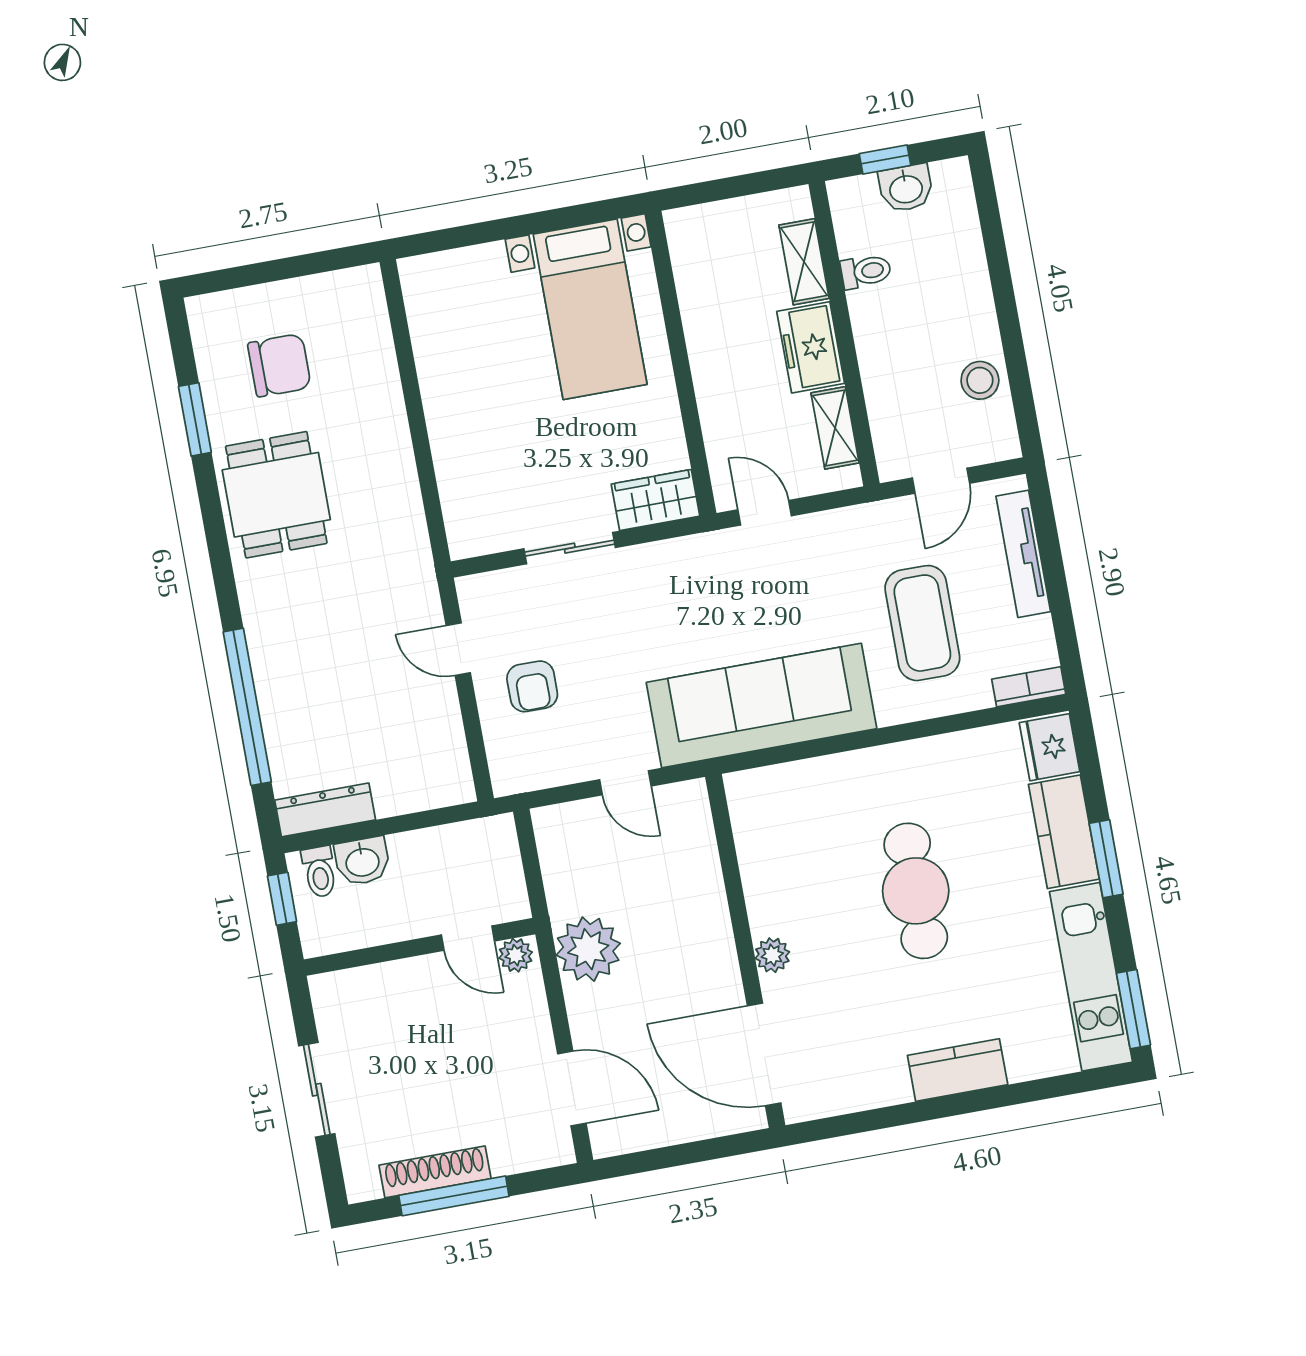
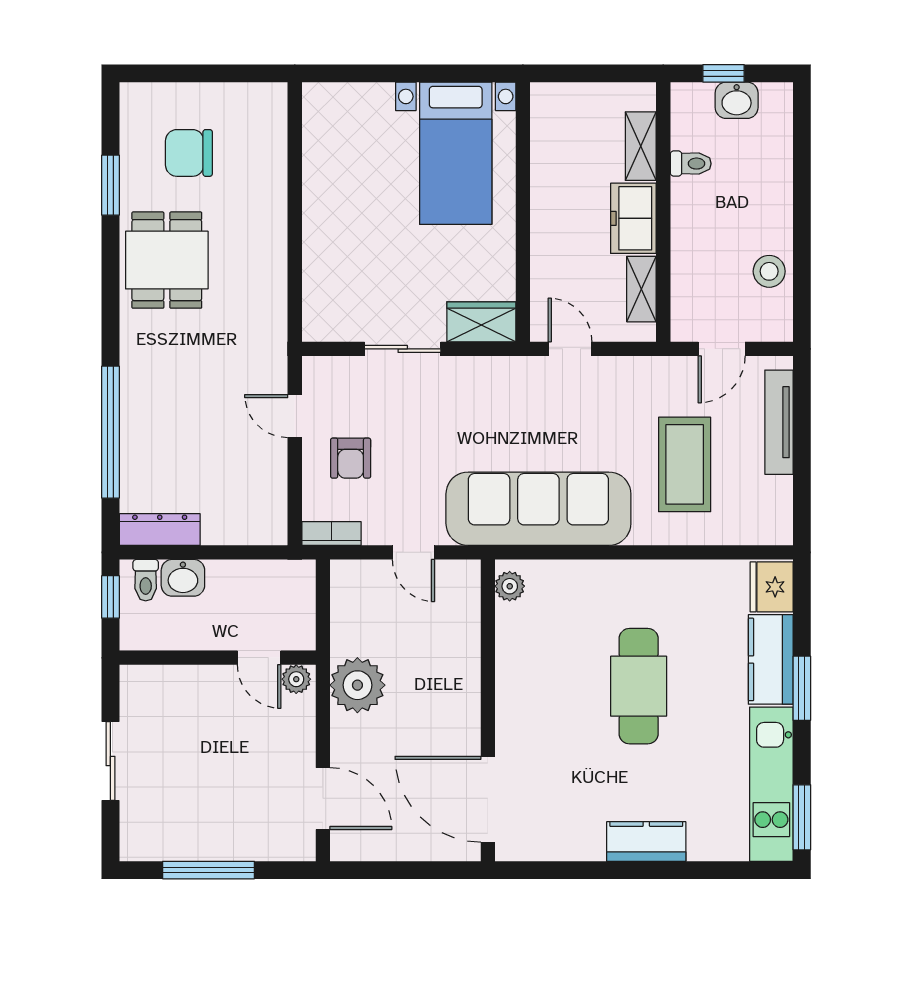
chair: (279, 365) -> (189, 153), turned 180
bookcase: (1029, 687) -> (331, 534), moved
plant: (772, 955) -> (510, 586), moved
shoe rack: (435, 1172) -> (196, 847), removed

